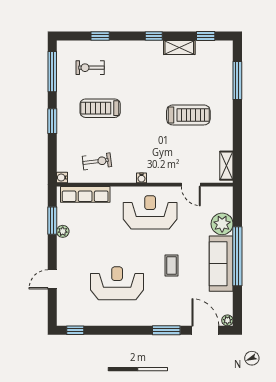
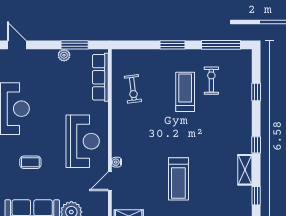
exercise bike: (90, 68) -> (211, 81), moved
water cooler: (62, 178) -> (117, 54), removed
water cooler: (142, 178) -> (117, 162), moved

